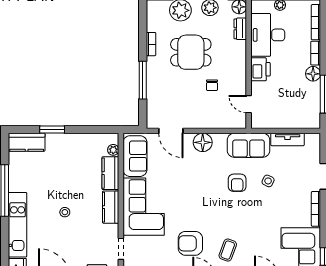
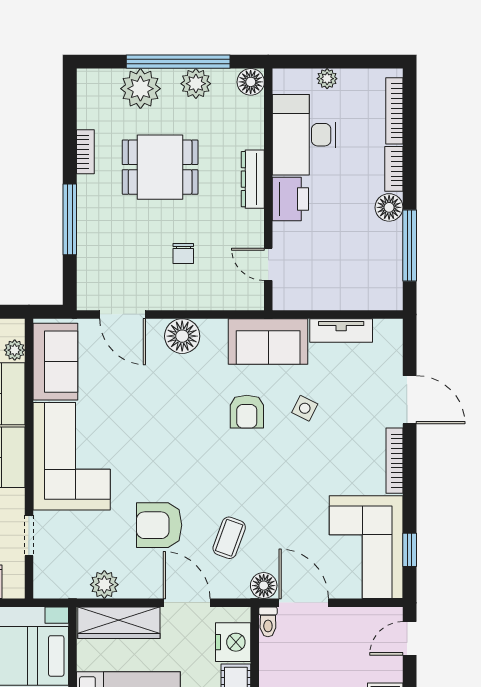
dresser: (240, 29) -> (253, 179), moved, width x1.44
chair: (212, 85) -> (183, 254), moved

